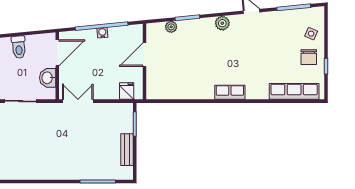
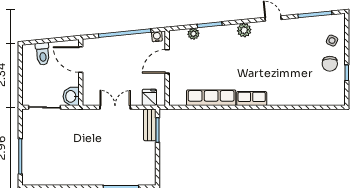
water cooler: (102, 33) -> (157, 37), moved
door: (57, 53) -> (81, 60), swing flipped
washbasin: (48, 78) -> (71, 96), moved
row of seats: (294, 91) -> (211, 98), moved
double door: (78, 101) -> (115, 107), moved
bench: (127, 150) -> (150, 125), moved

